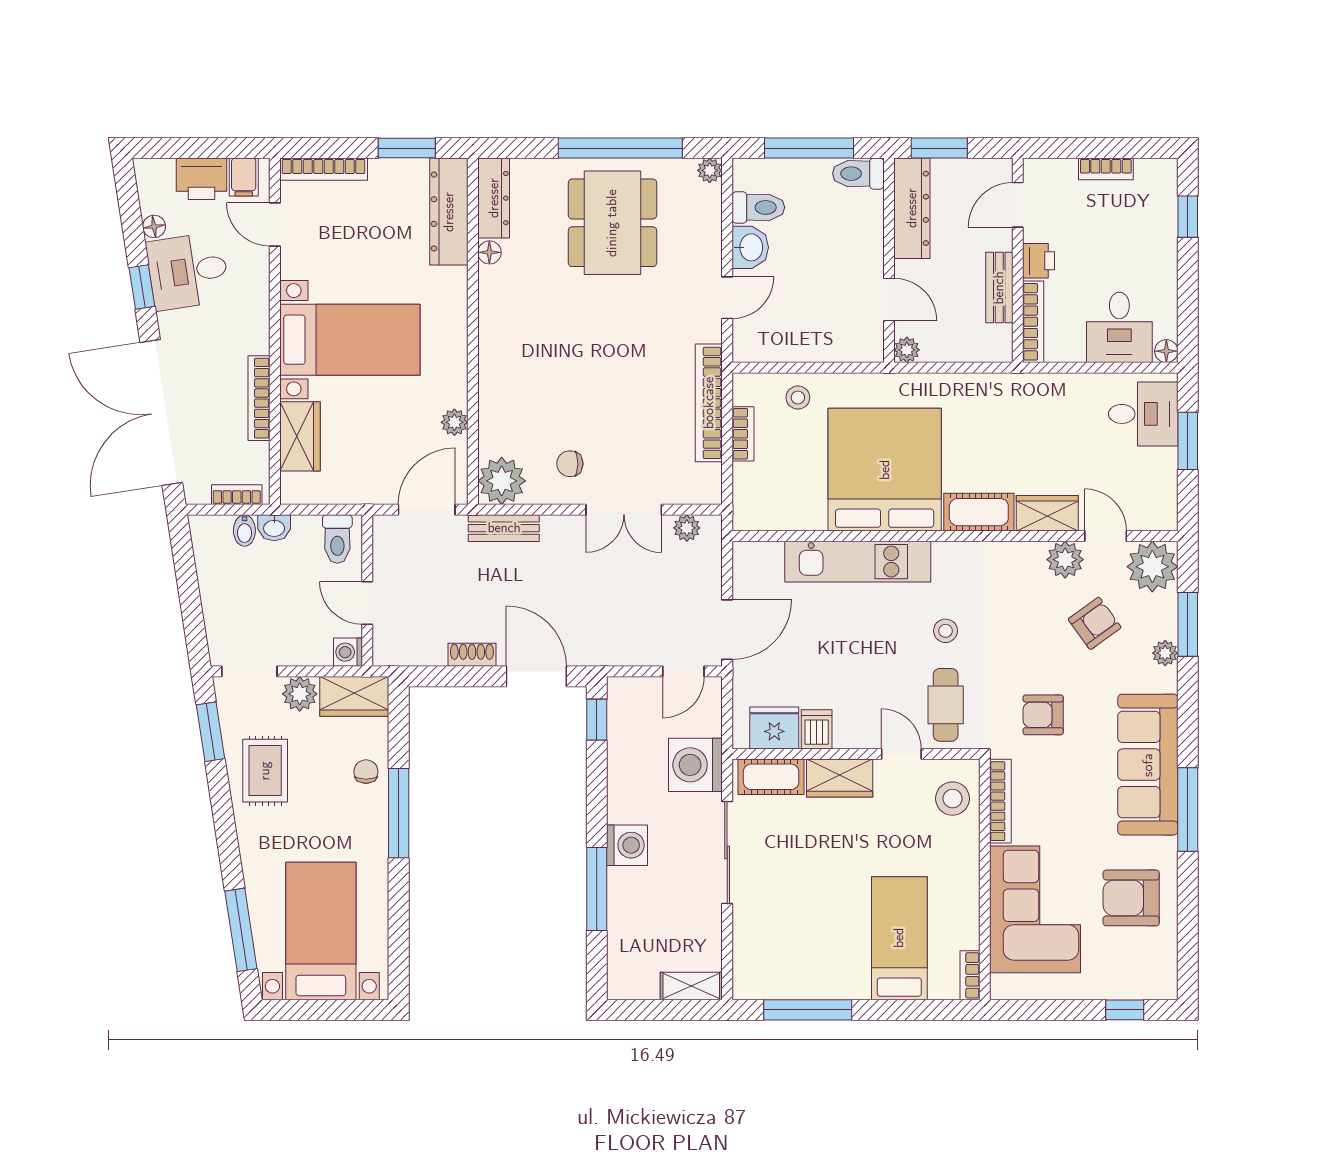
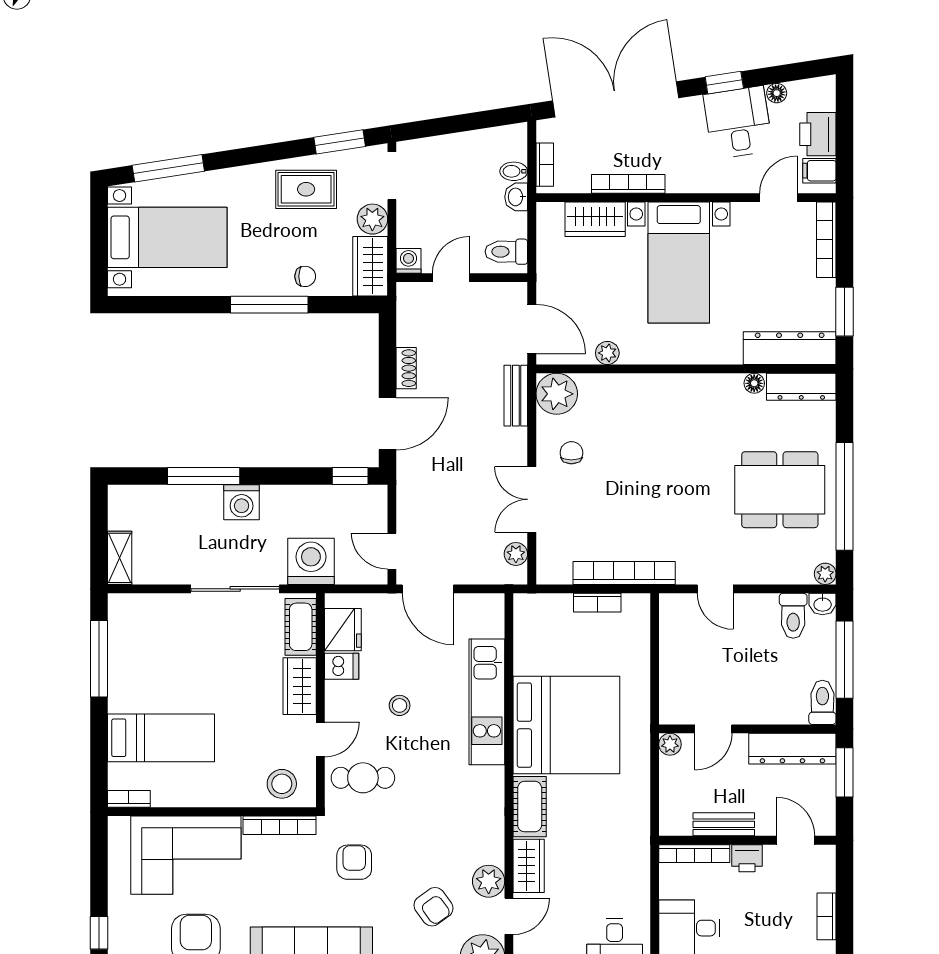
washbasin: (750, 247) -> (823, 604), moved, width x0.72, depth x0.69
stool: (798, 398) -> (629, 650), removed
stool: (946, 631) -> (400, 705), moved

